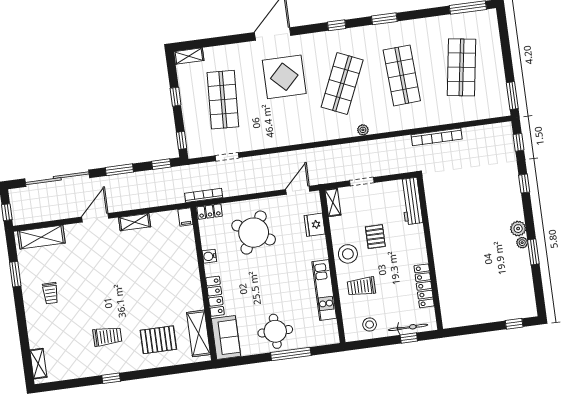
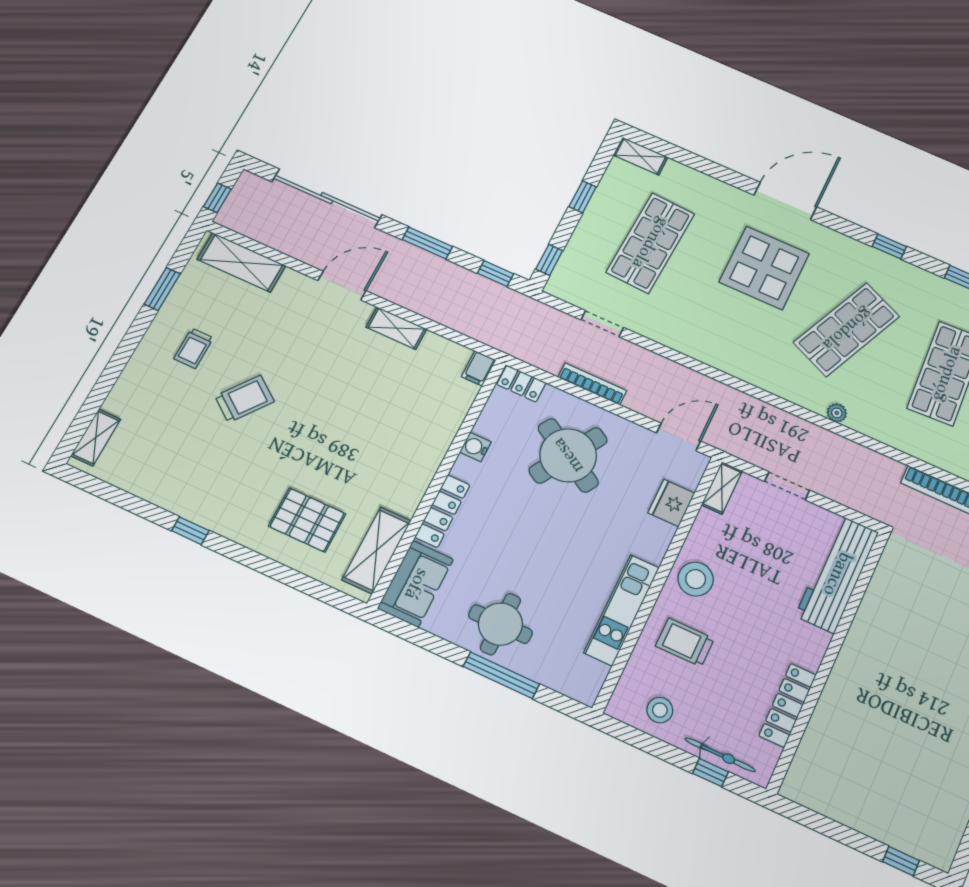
bookcase: (204, 195) -> (592, 384), moved
workbench: (411, 201) -> (837, 574), width x1.36, depth x1.32
pallet: (375, 237) -> (756, 580), removed
trolley: (107, 336) -> (245, 399), moved, turned -53

